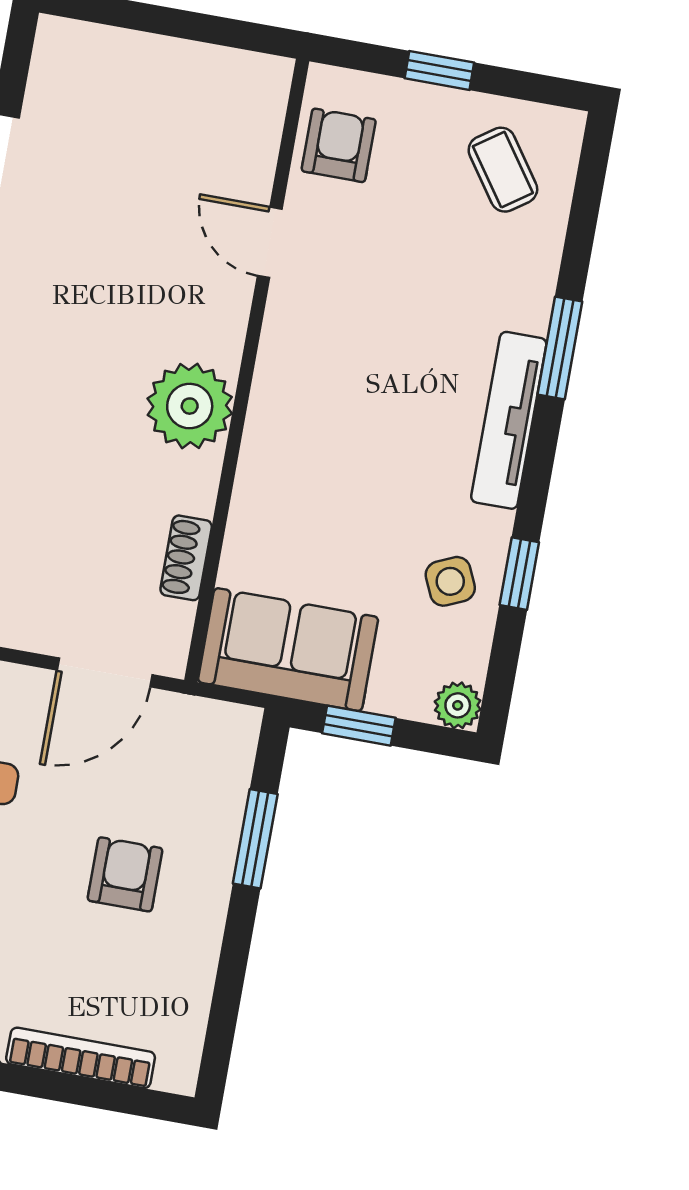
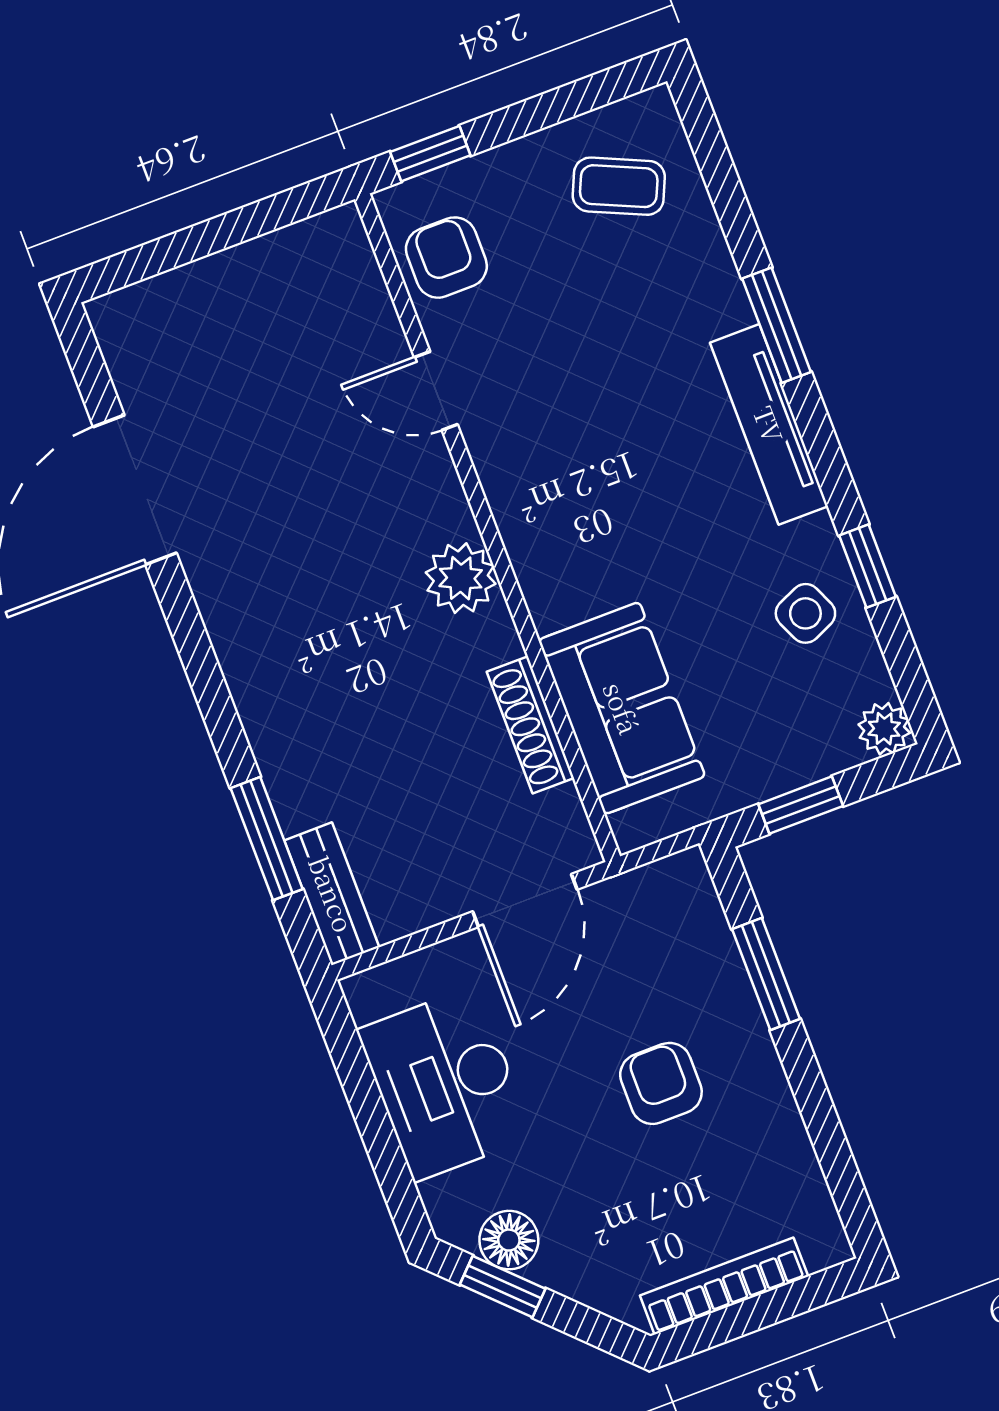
window: (439, 70) -> (430, 154), moved
coffee table: (503, 170) -> (619, 186), turned -31
plant: (190, 406) -> (461, 578), width x0.73, depth x0.73
shoe rack: (186, 558) -> (530, 725), width x1.43
sofa: (288, 650) -> (622, 708), moved, turned 90

